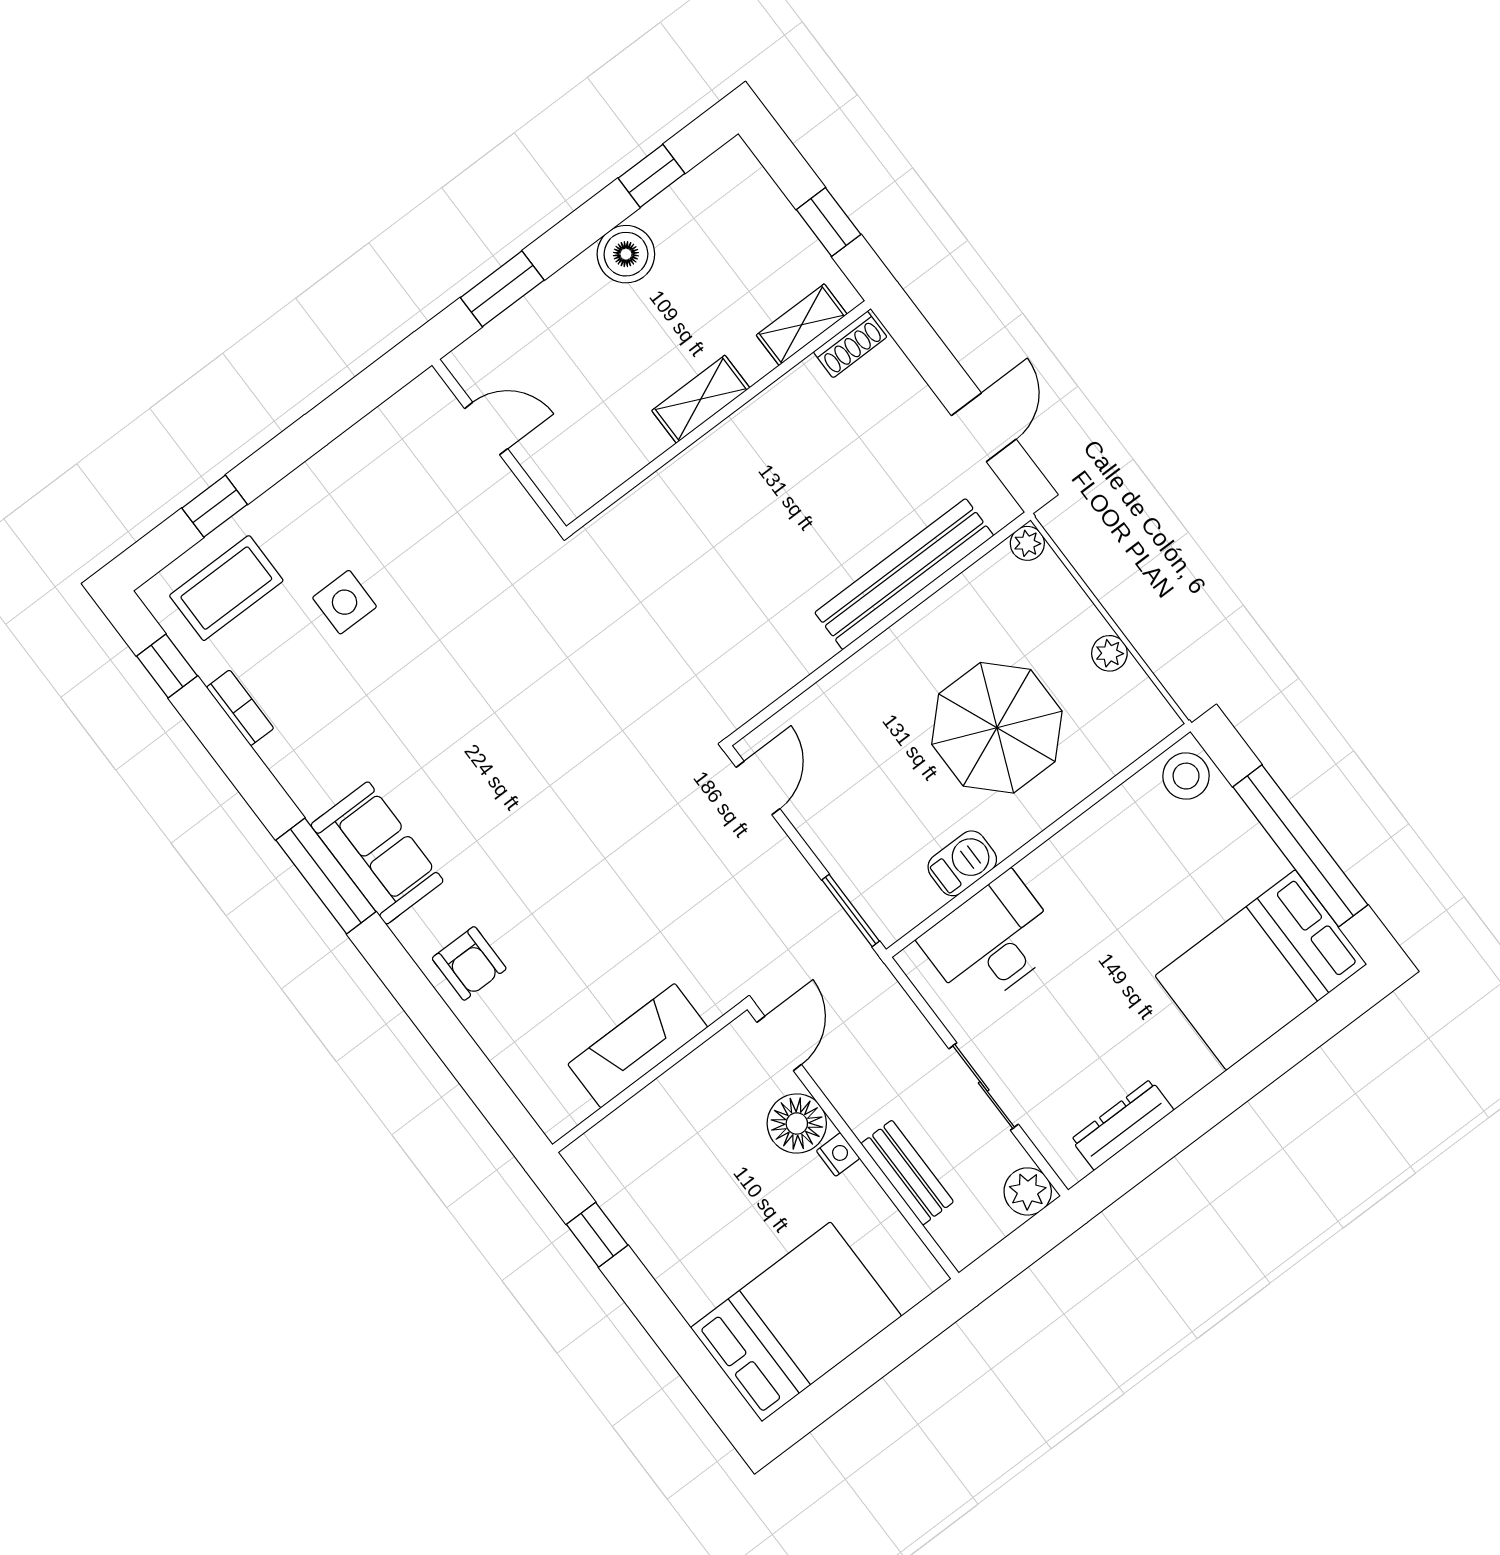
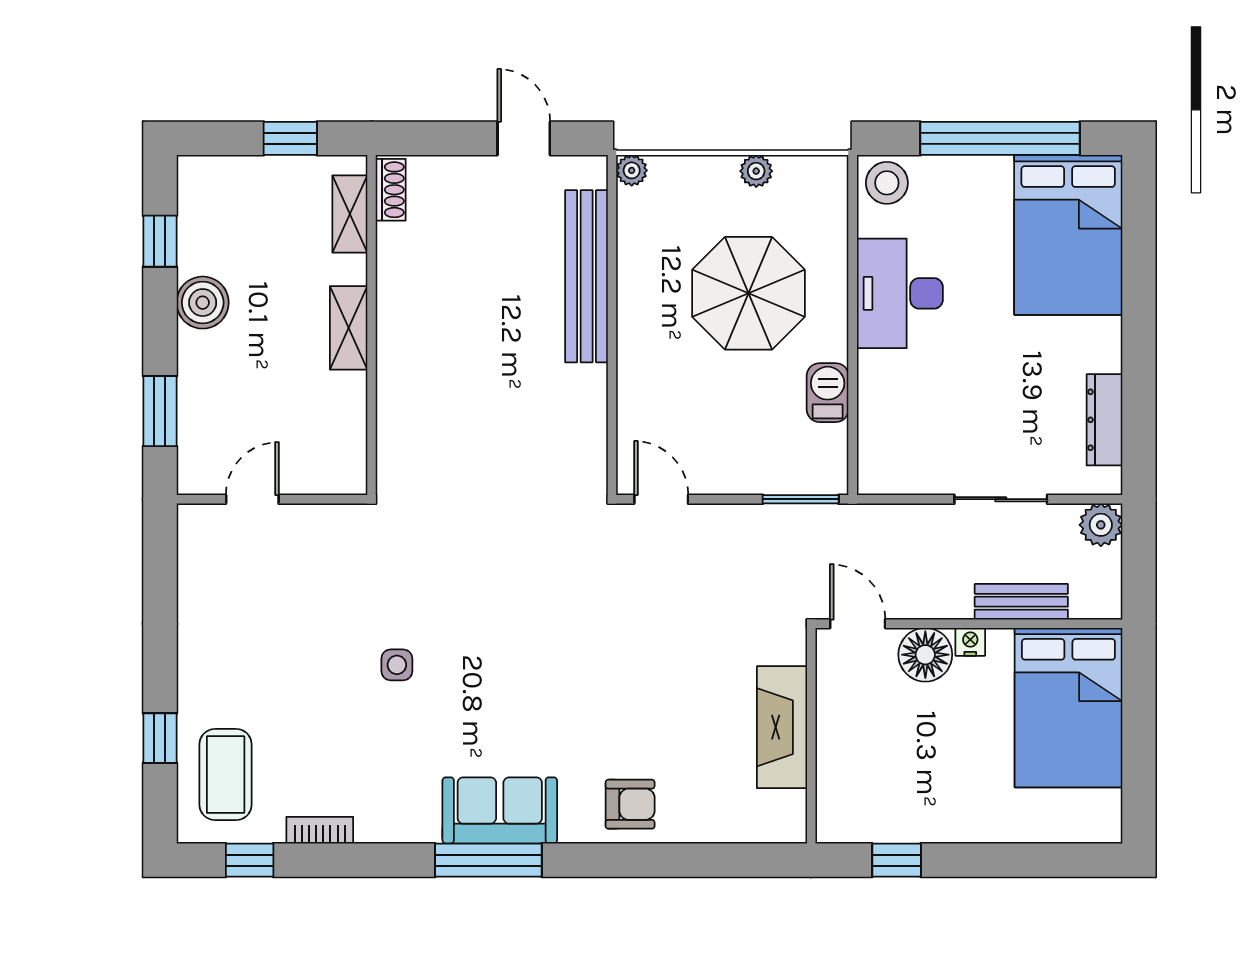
side table: (345, 602) -> (397, 665), moved, width x0.73, depth x0.73
desk: (991, 941) -> (900, 293), moved
bed: (796, 1322) -> (1068, 708), moved, turned 180

